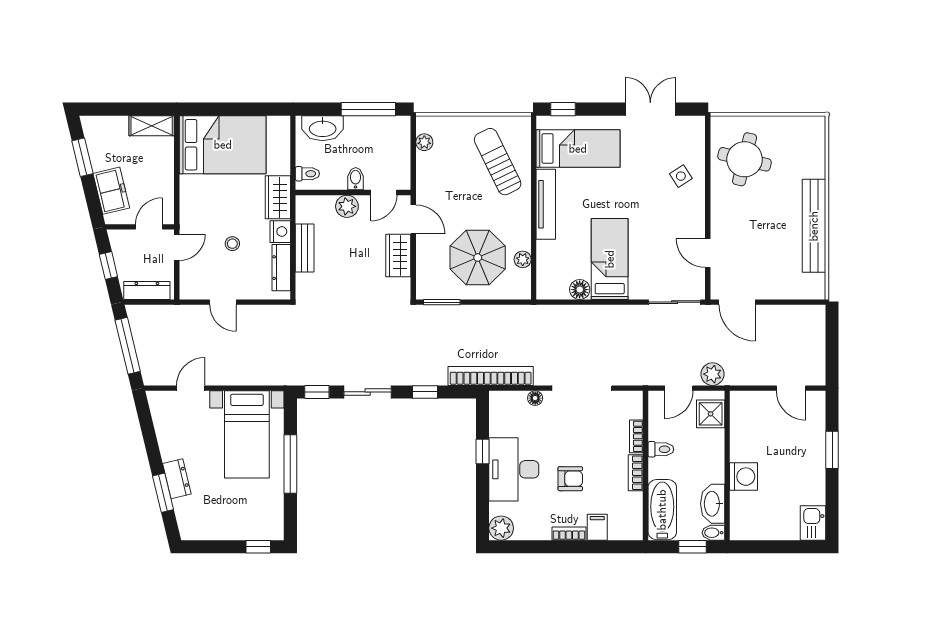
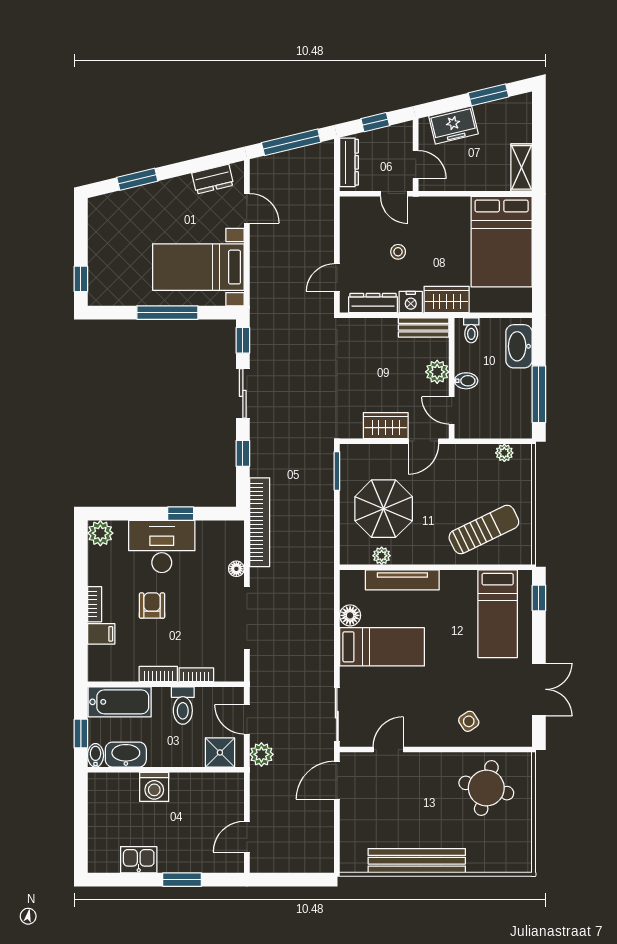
tv unit: (546, 204) -> (402, 580), moved
bench: (305, 248) -> (424, 328), moved
door: (223, 302) -> (337, 278), moved
toilet: (661, 449) -> (183, 706), width x1.37, depth x1.39
dresser: (177, 479) -> (213, 179), moved
armchair: (570, 479) -> (152, 606), turned 180
kitchen sink: (813, 523) -> (139, 860), moved

